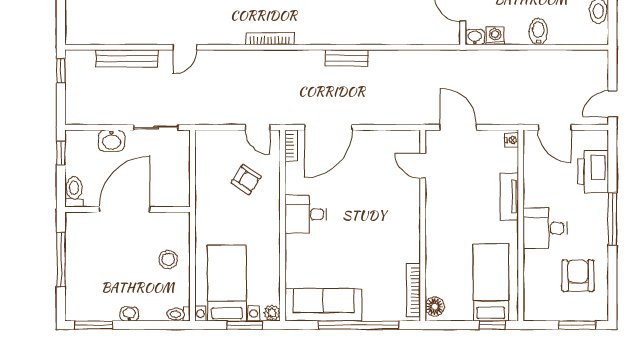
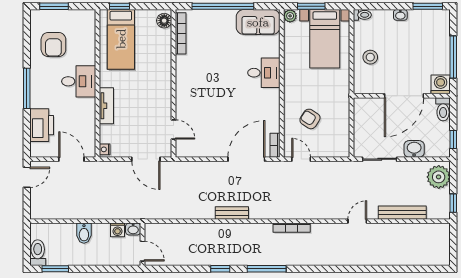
plant: (80, 104) -> (439, 177), added
desk: (306, 214) -> (264, 73), moved
washing machine: (77, 224) -> (441, 84), added
sofa: (323, 305) -> (258, 22), width x0.73

